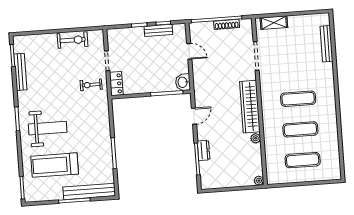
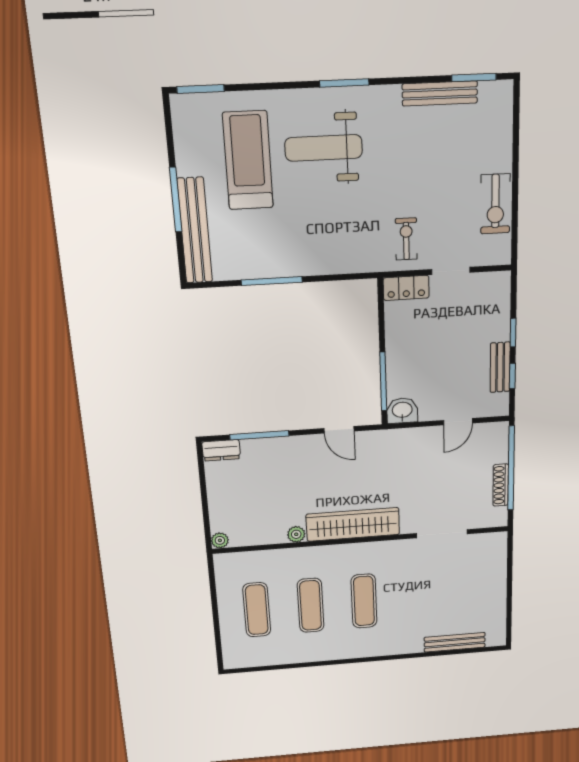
shelving: (274, 23) -> (497, 561), removed
weight bench: (48, 128) -> (324, 148), turned 90
dresser: (204, 150) -> (221, 450), moved

